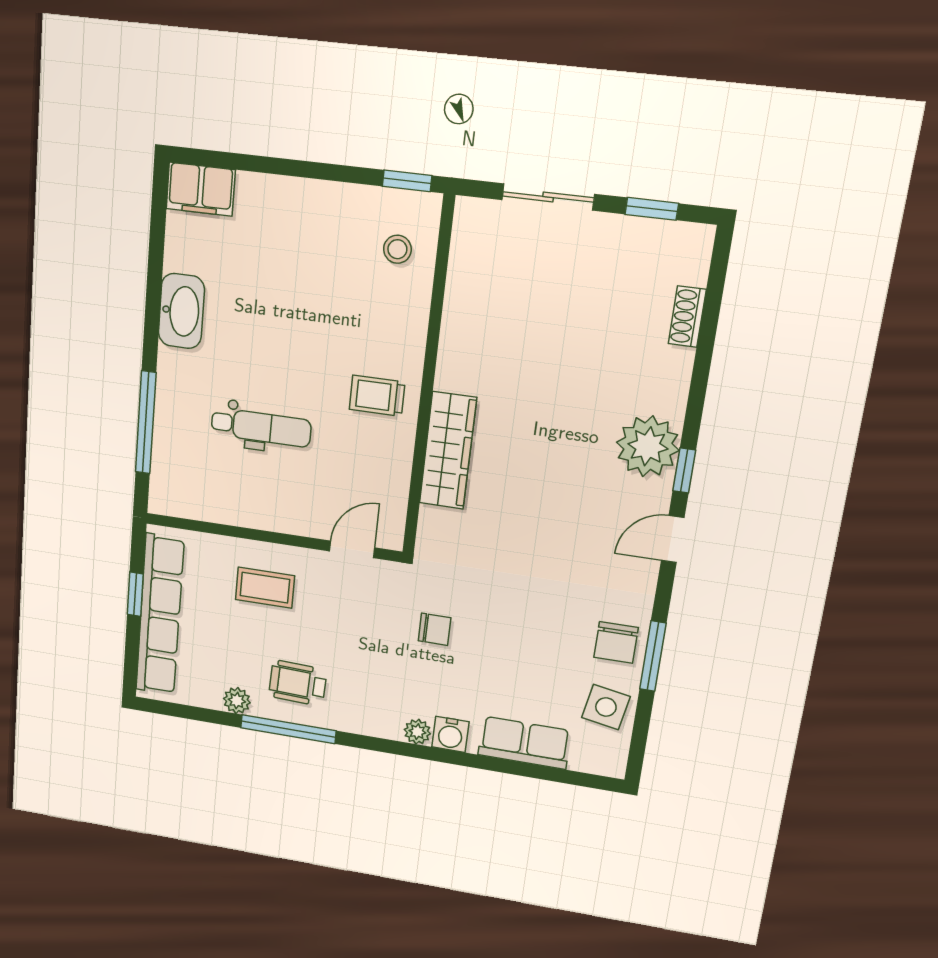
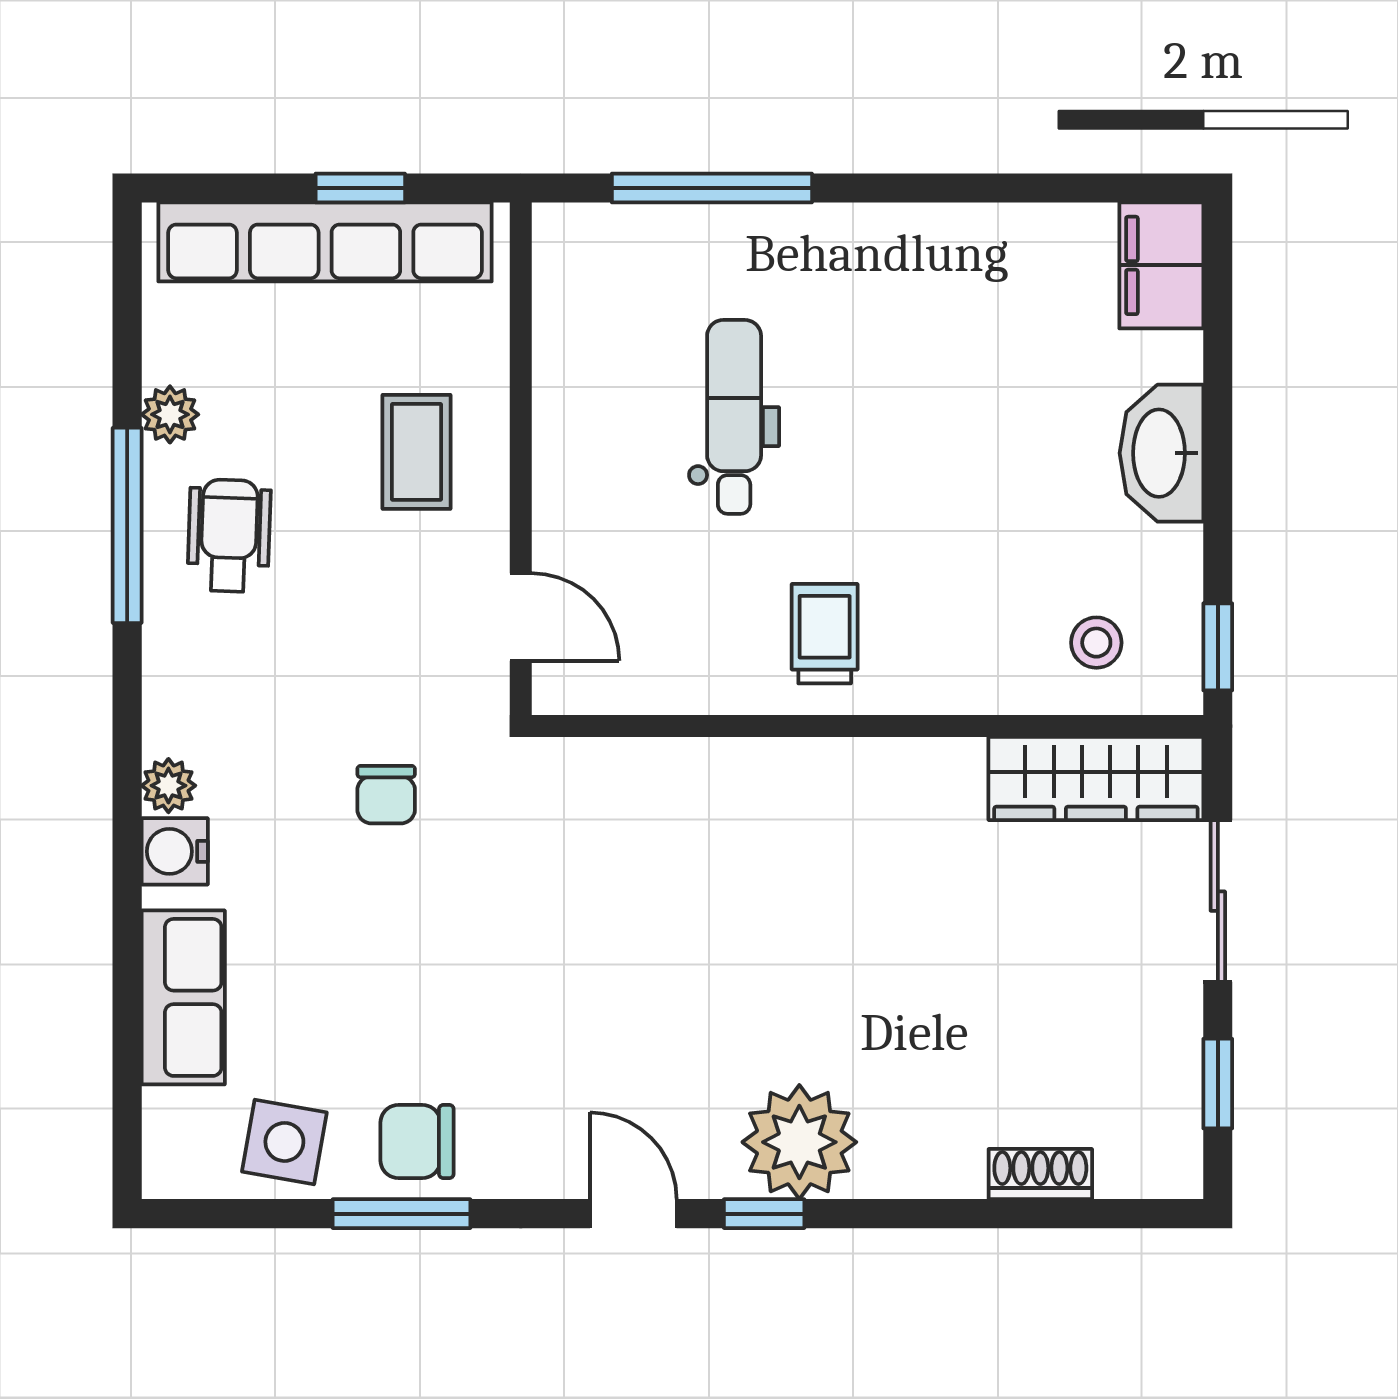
washbasin: (181, 311) -> (1161, 453), moved, turned 90
dental chair: (261, 427) -> (734, 417), turned 180
wardrobe: (448, 451) -> (1096, 778), moved

